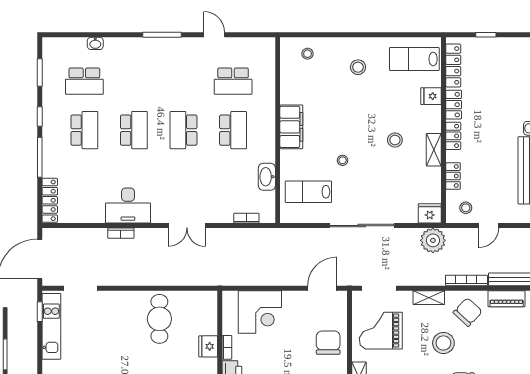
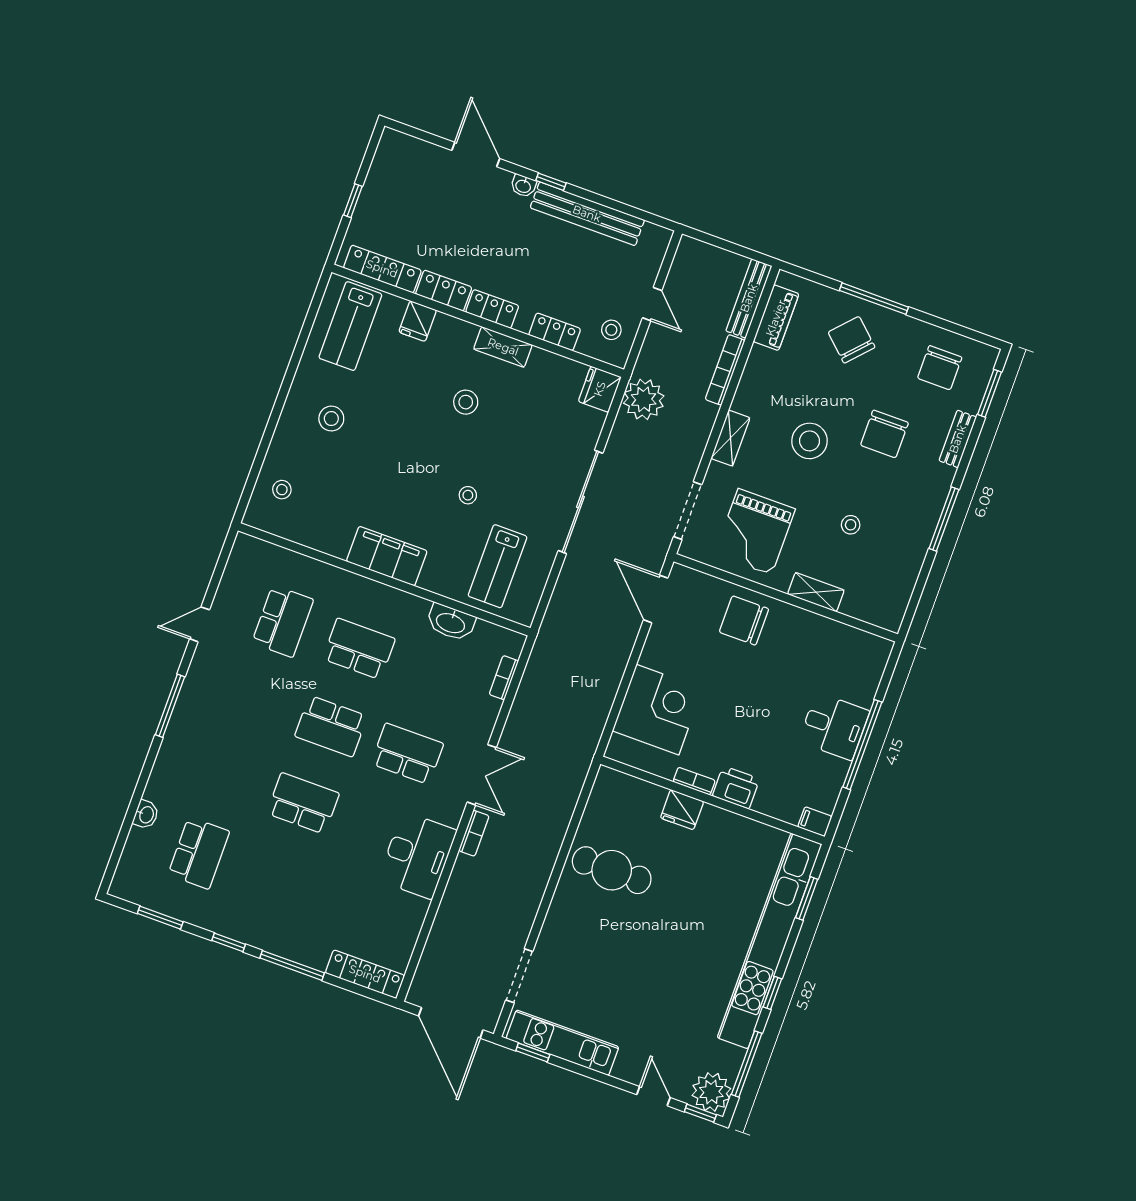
school desk: (84, 130) -> (407, 754), moved
bookcase: (121, 233) -> (474, 833), moved
chair: (468, 312) -> (852, 340), moved

